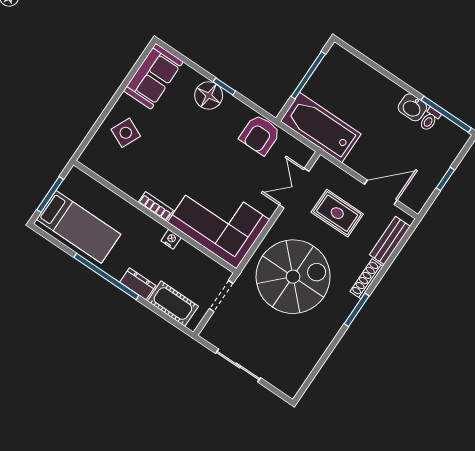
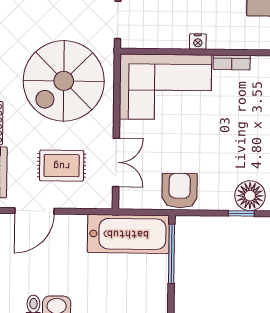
window: (308, 75) -> (172, 254), moved

